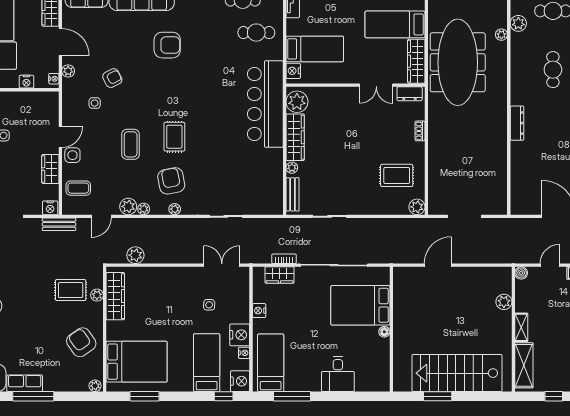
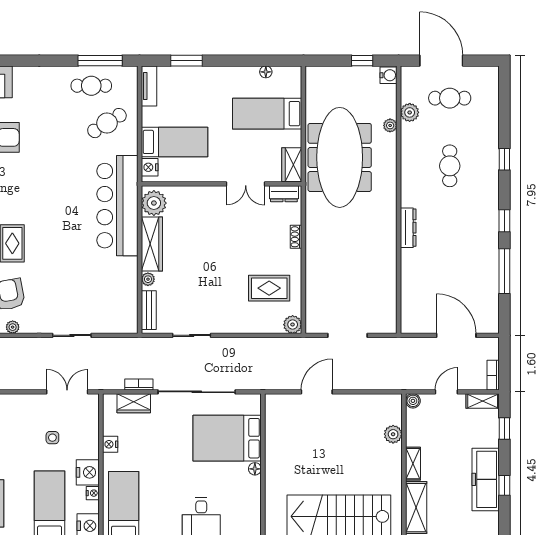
cafe table: (256, 33) -> (107, 123), turned -32
wardrobe: (416, 61) -> (292, 165), width x0.67

